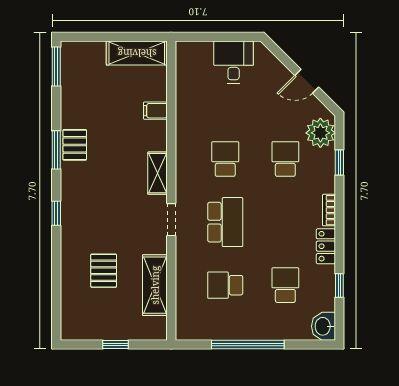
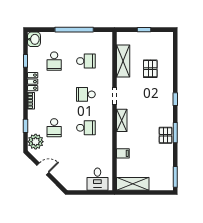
desk: (234, 62) -> (97, 179), moved
school desk: (225, 159) -> (86, 128), turned -90
school desk: (225, 222) -> (86, 94), width x0.54

